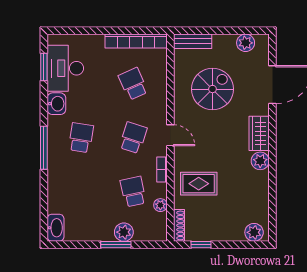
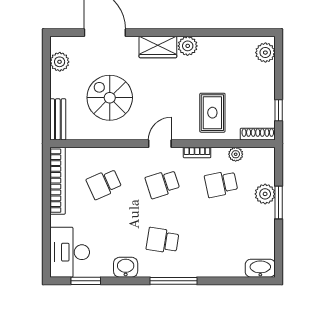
desk: (65, 68) -> (70, 252), moved, turned 90
school desk: (133, 138) -> (163, 184), turned -36

